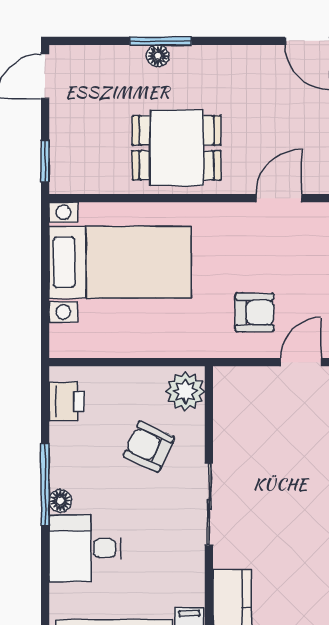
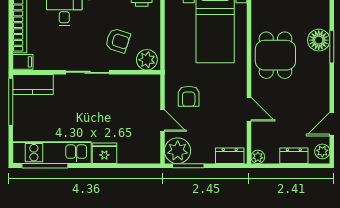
floor lamp: (158, 56) -> (319, 40), width x1.89, depth x1.89
armchair: (149, 447) -> (118, 41), turned 83

